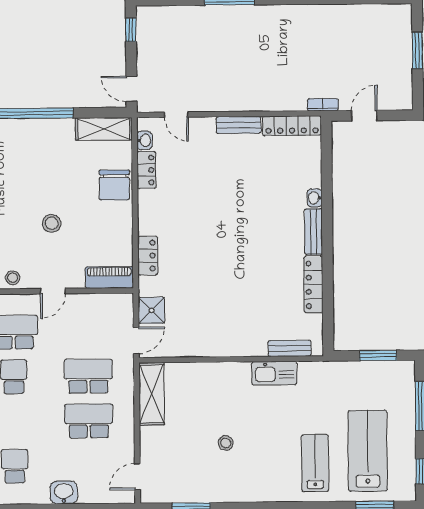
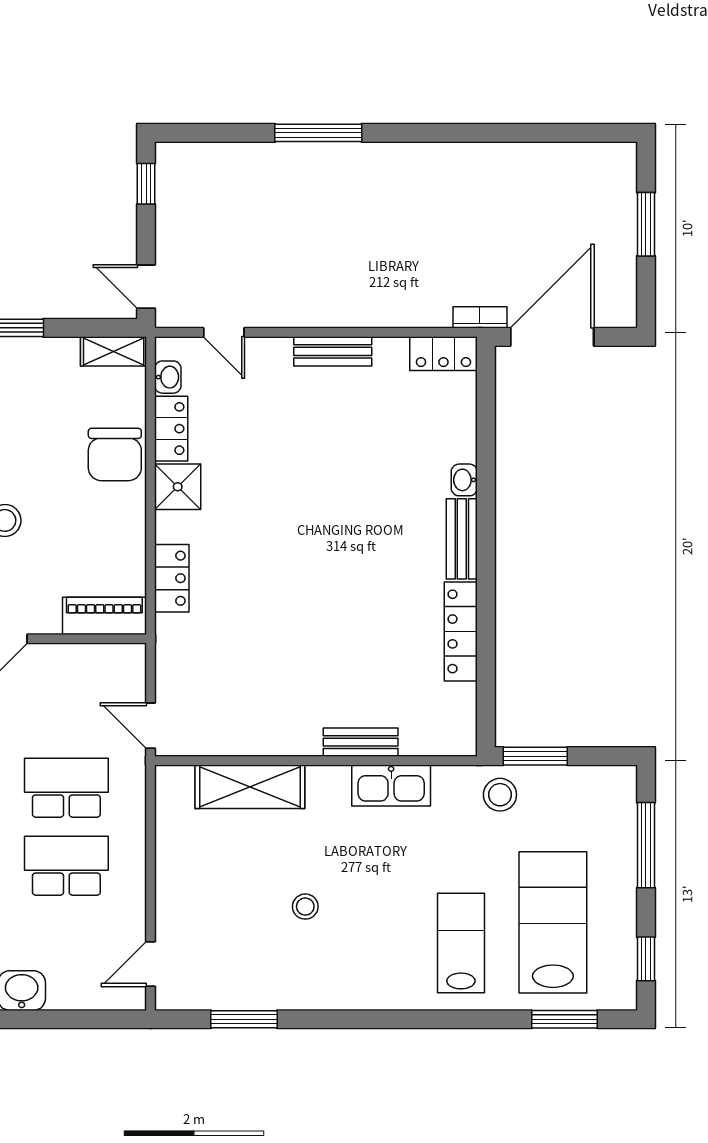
door: (364, 116) -> (552, 337), width x1.87
locker: (292, 126) -> (443, 354), width x0.66
shelving: (104, 129) -> (114, 351), width x0.67, depth x0.75
shower: (151, 310) -> (178, 487), moved
door: (136, 340) -> (151, 726), swing flipped
bench: (289, 348) -> (361, 742), moved
window: (378, 355) -> (535, 756), moved
stool: (337, 378) -> (500, 795), added
shelving: (152, 394) -> (250, 787), moved, turned 90

